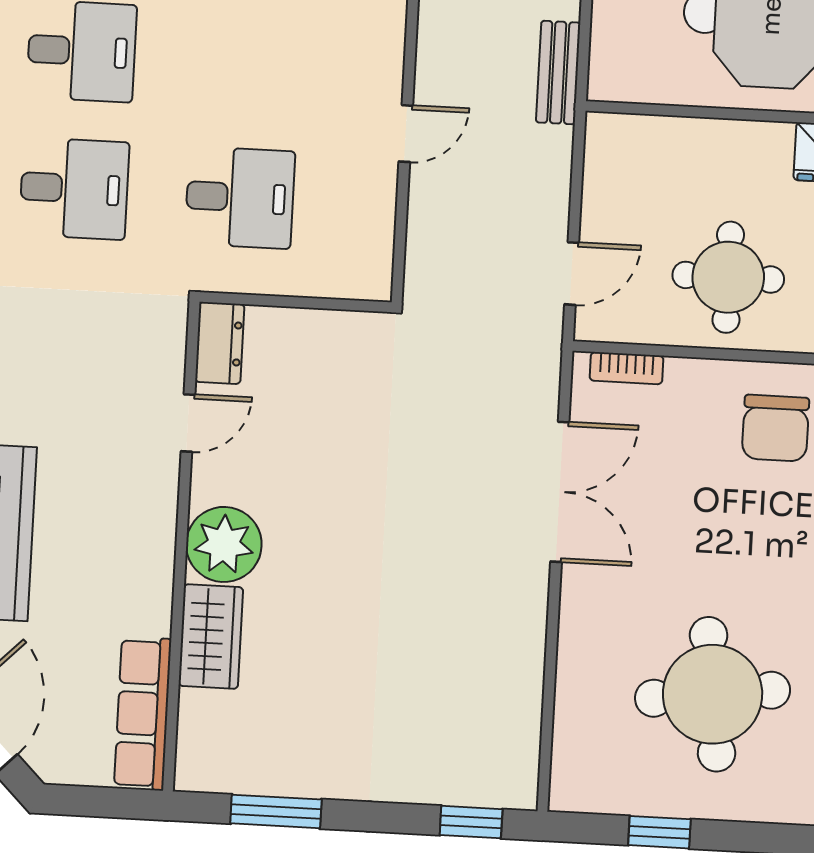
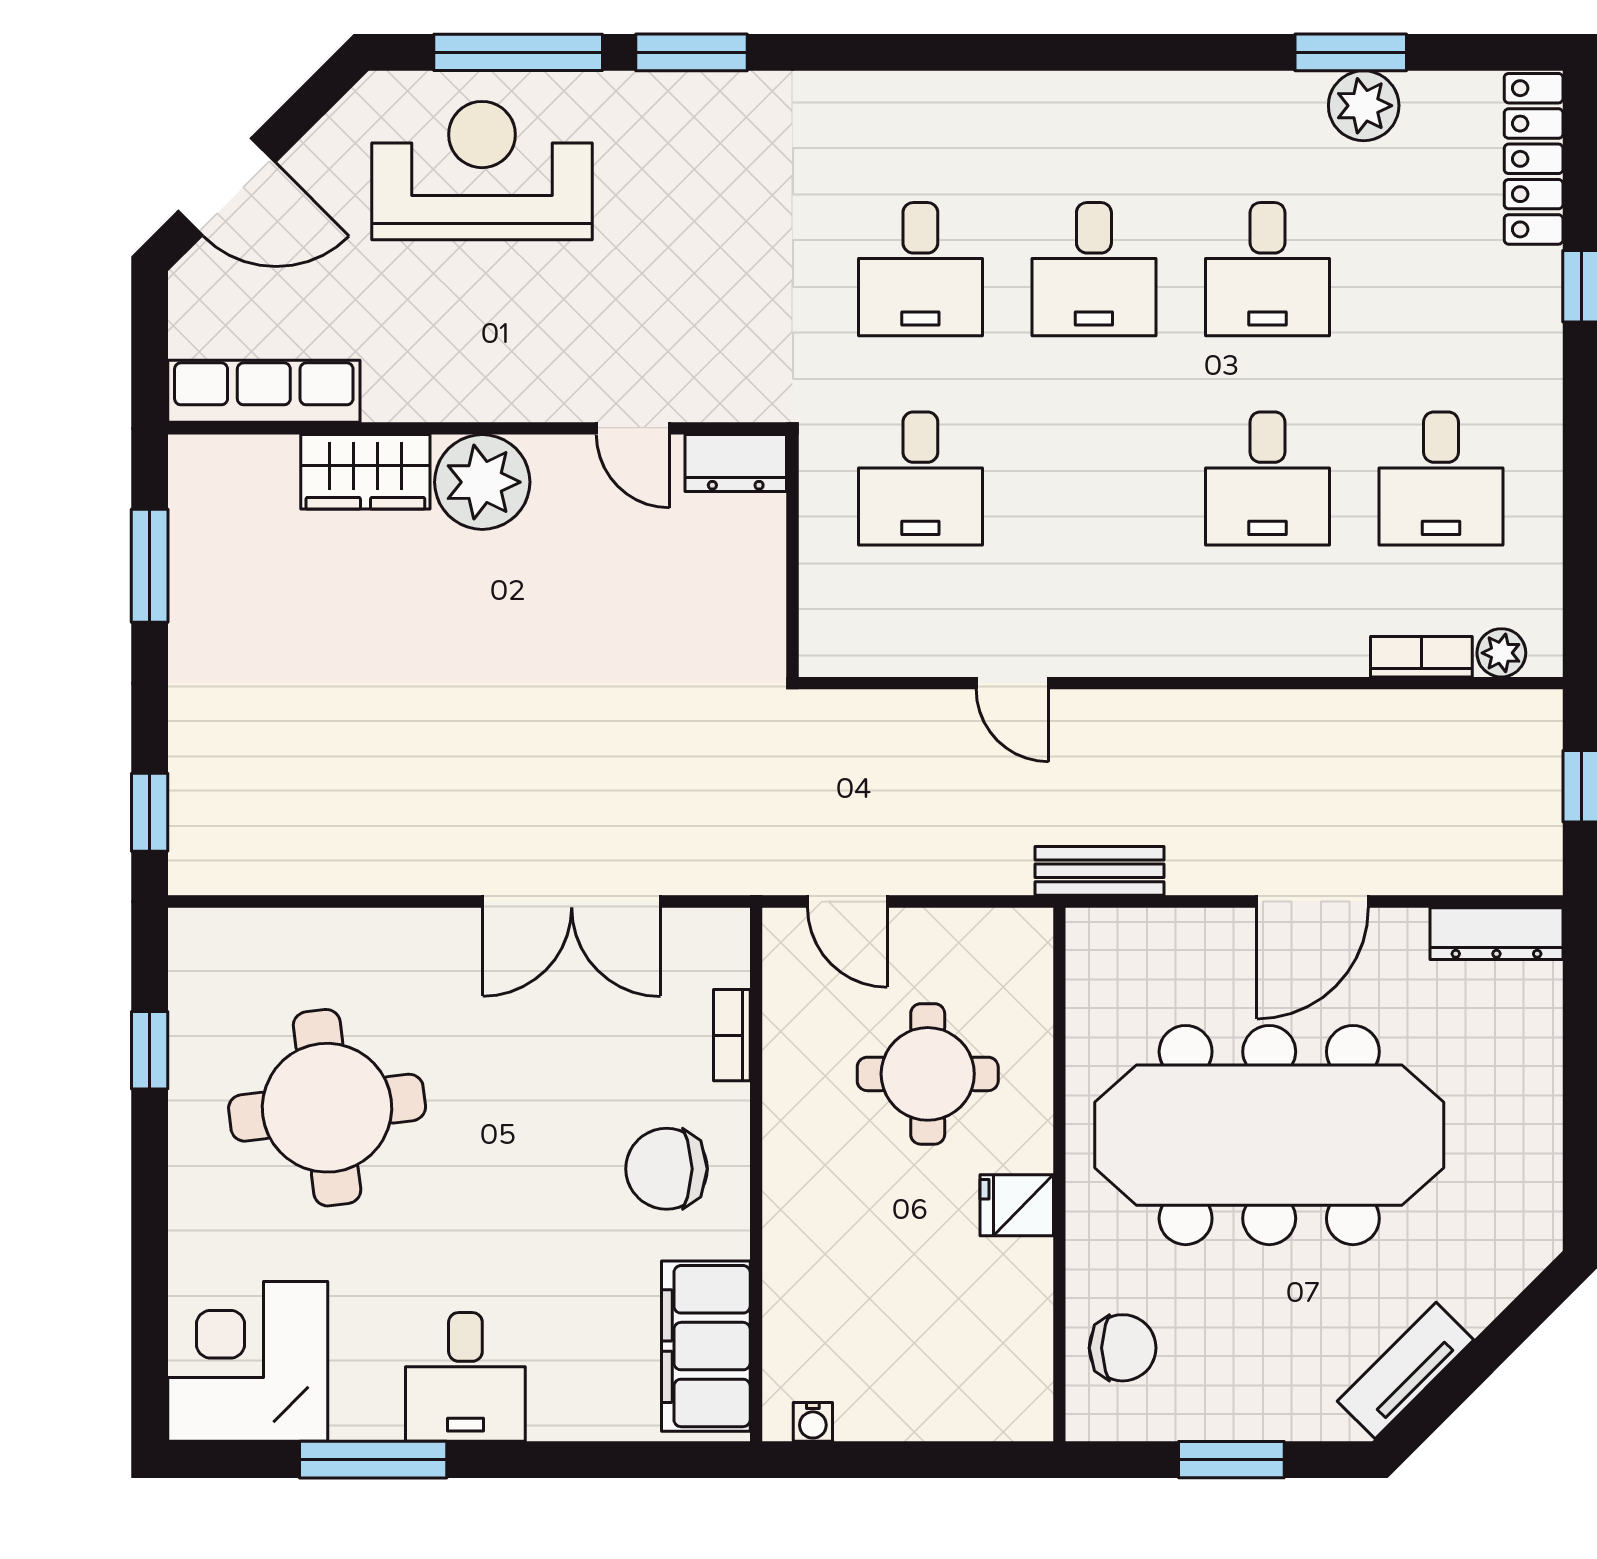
round table: (728, 277) -> (928, 1074), moved
bookcase: (626, 368) -> (732, 1035), moved

